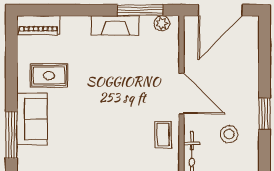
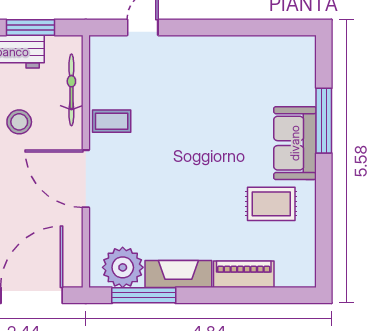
plant: (162, 23) -> (123, 267), width x1.87, depth x1.87
piano: (38, 25) -> (244, 274), moved
coffee table: (163, 135) -> (112, 121), turned 90

